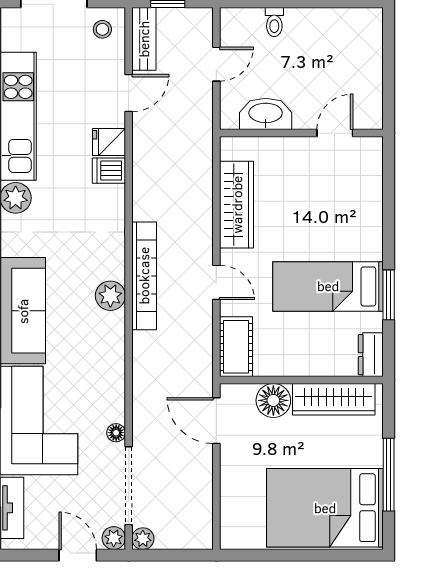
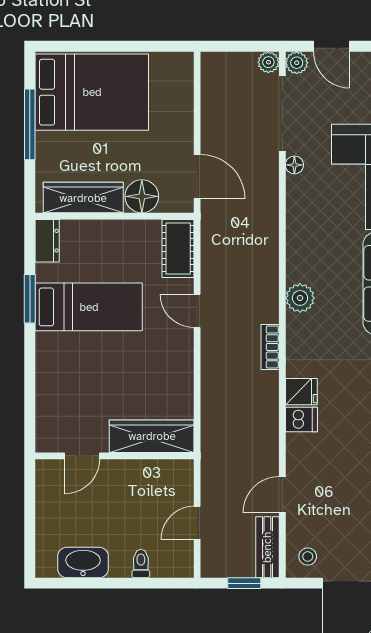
washbasin: (266, 114) -> (83, 562), moved, turned 180
fridge: (109, 142) -> (301, 392), moved
wardrobe: (237, 205) -> (152, 436), moved, turned 90
bookcase: (144, 276) -> (270, 347), width x0.43, depth x0.76

